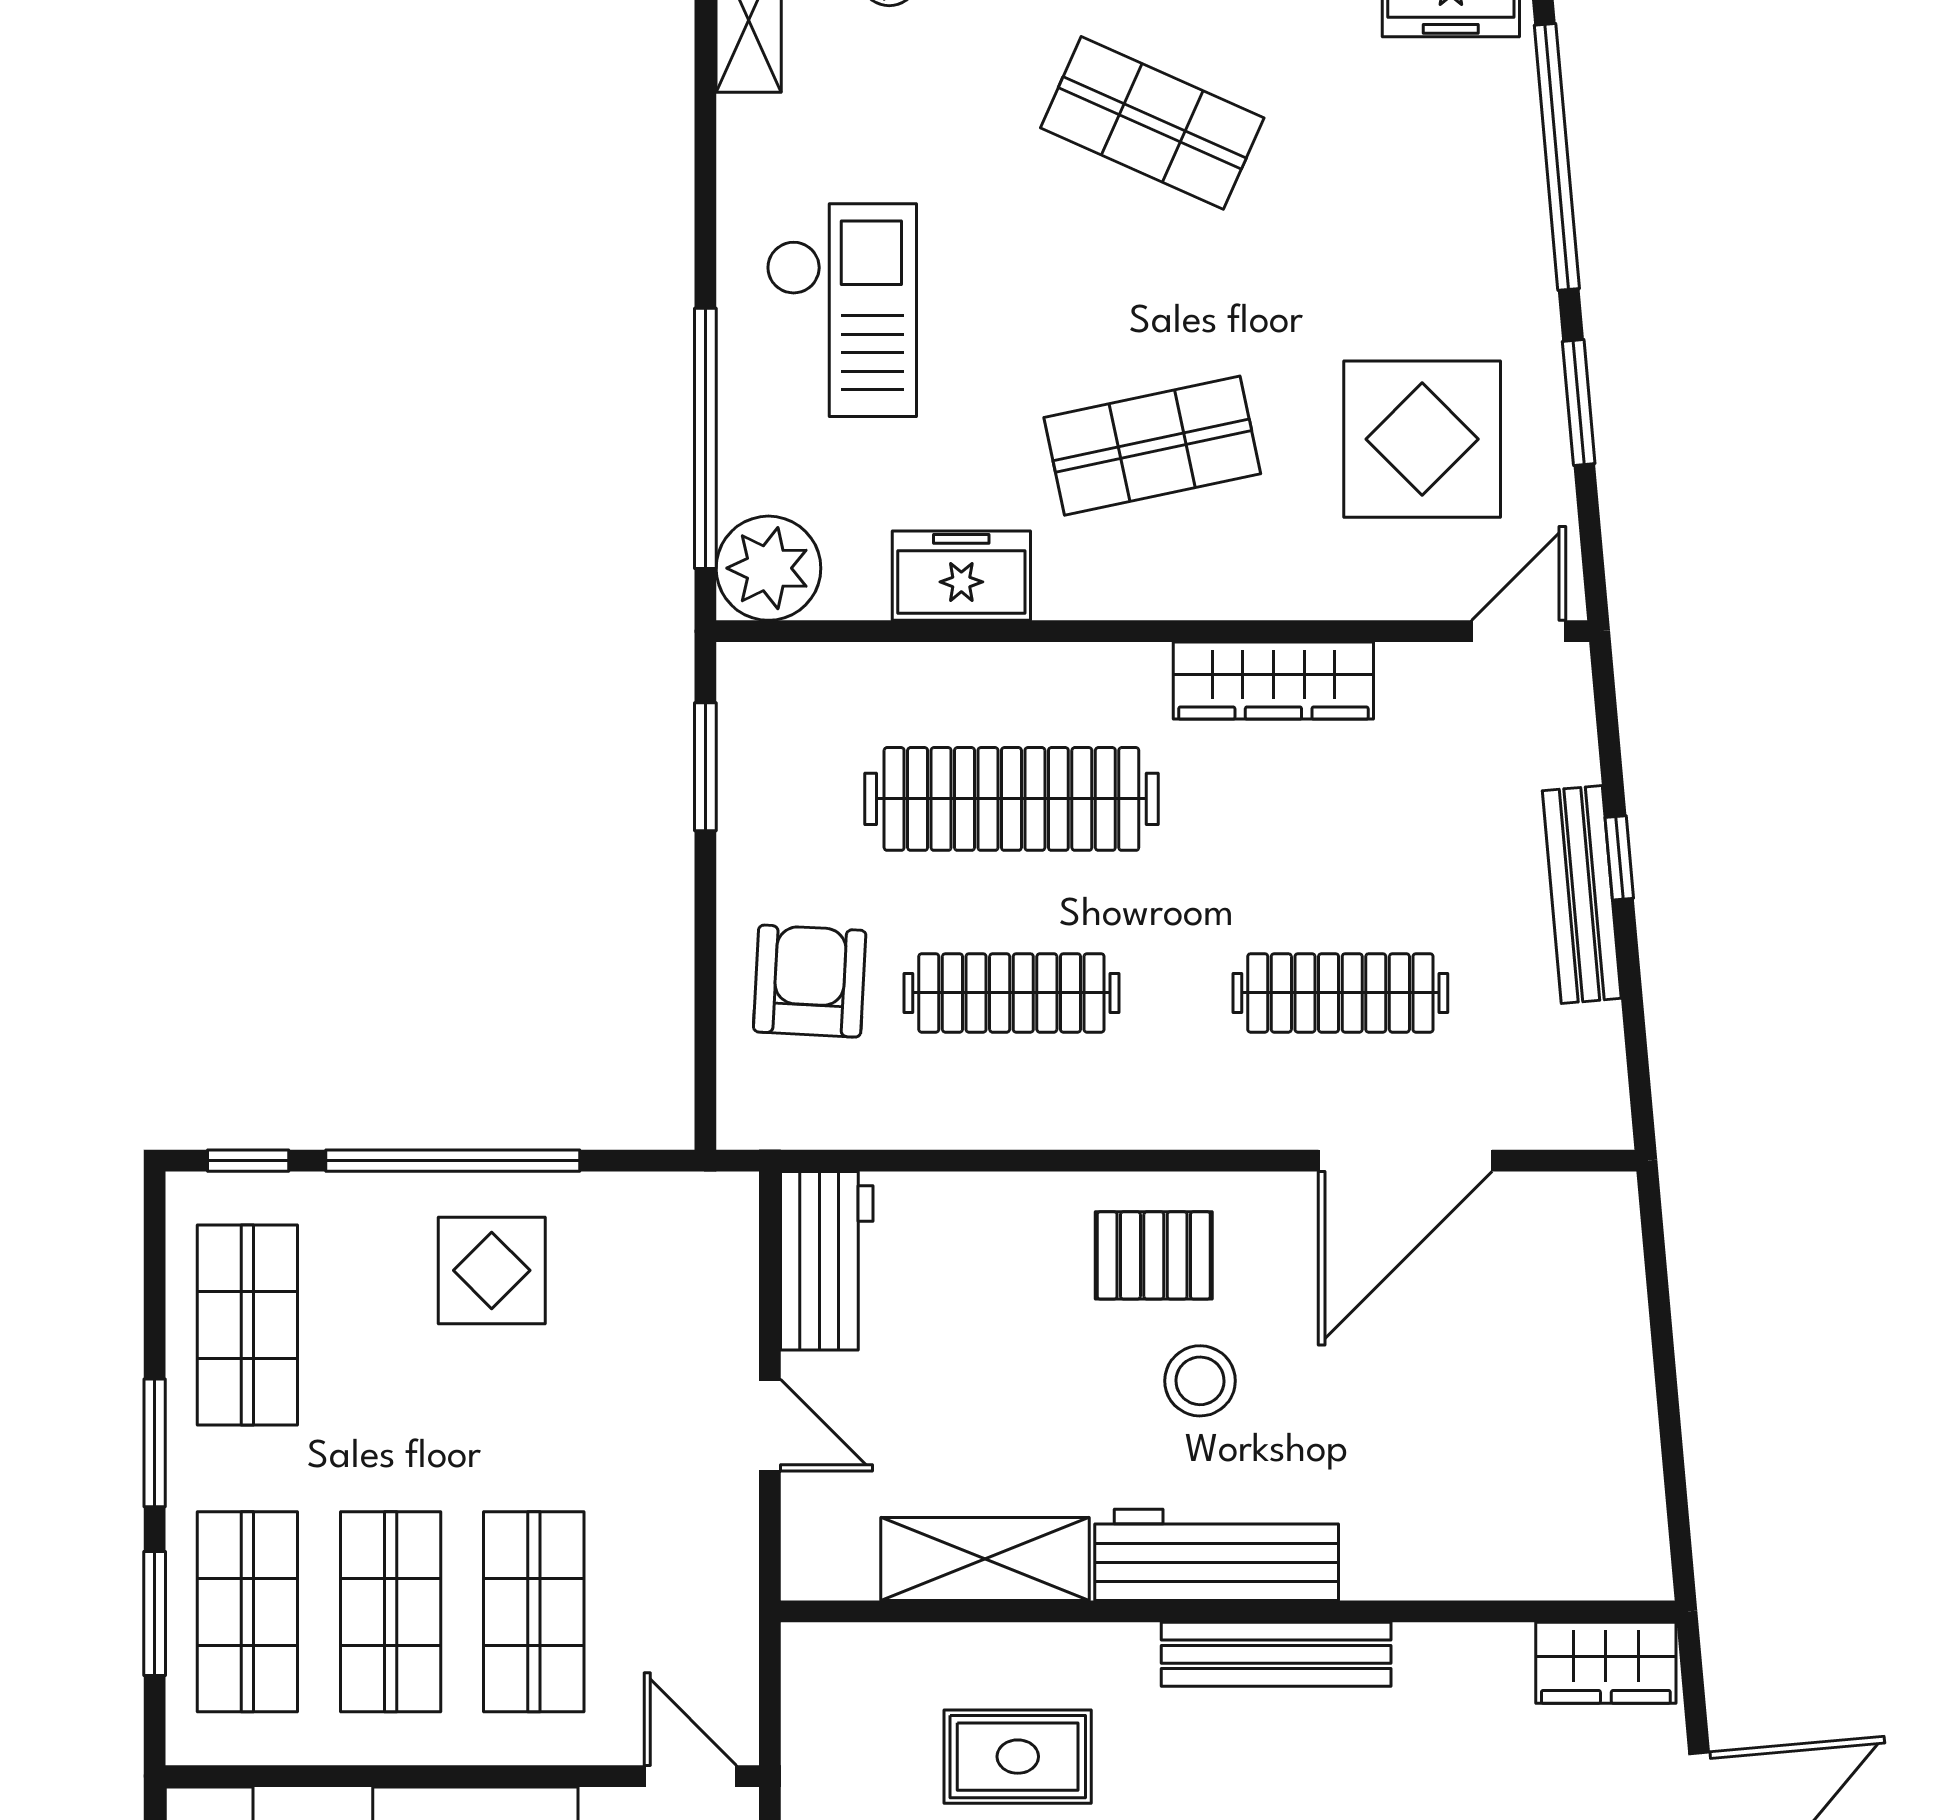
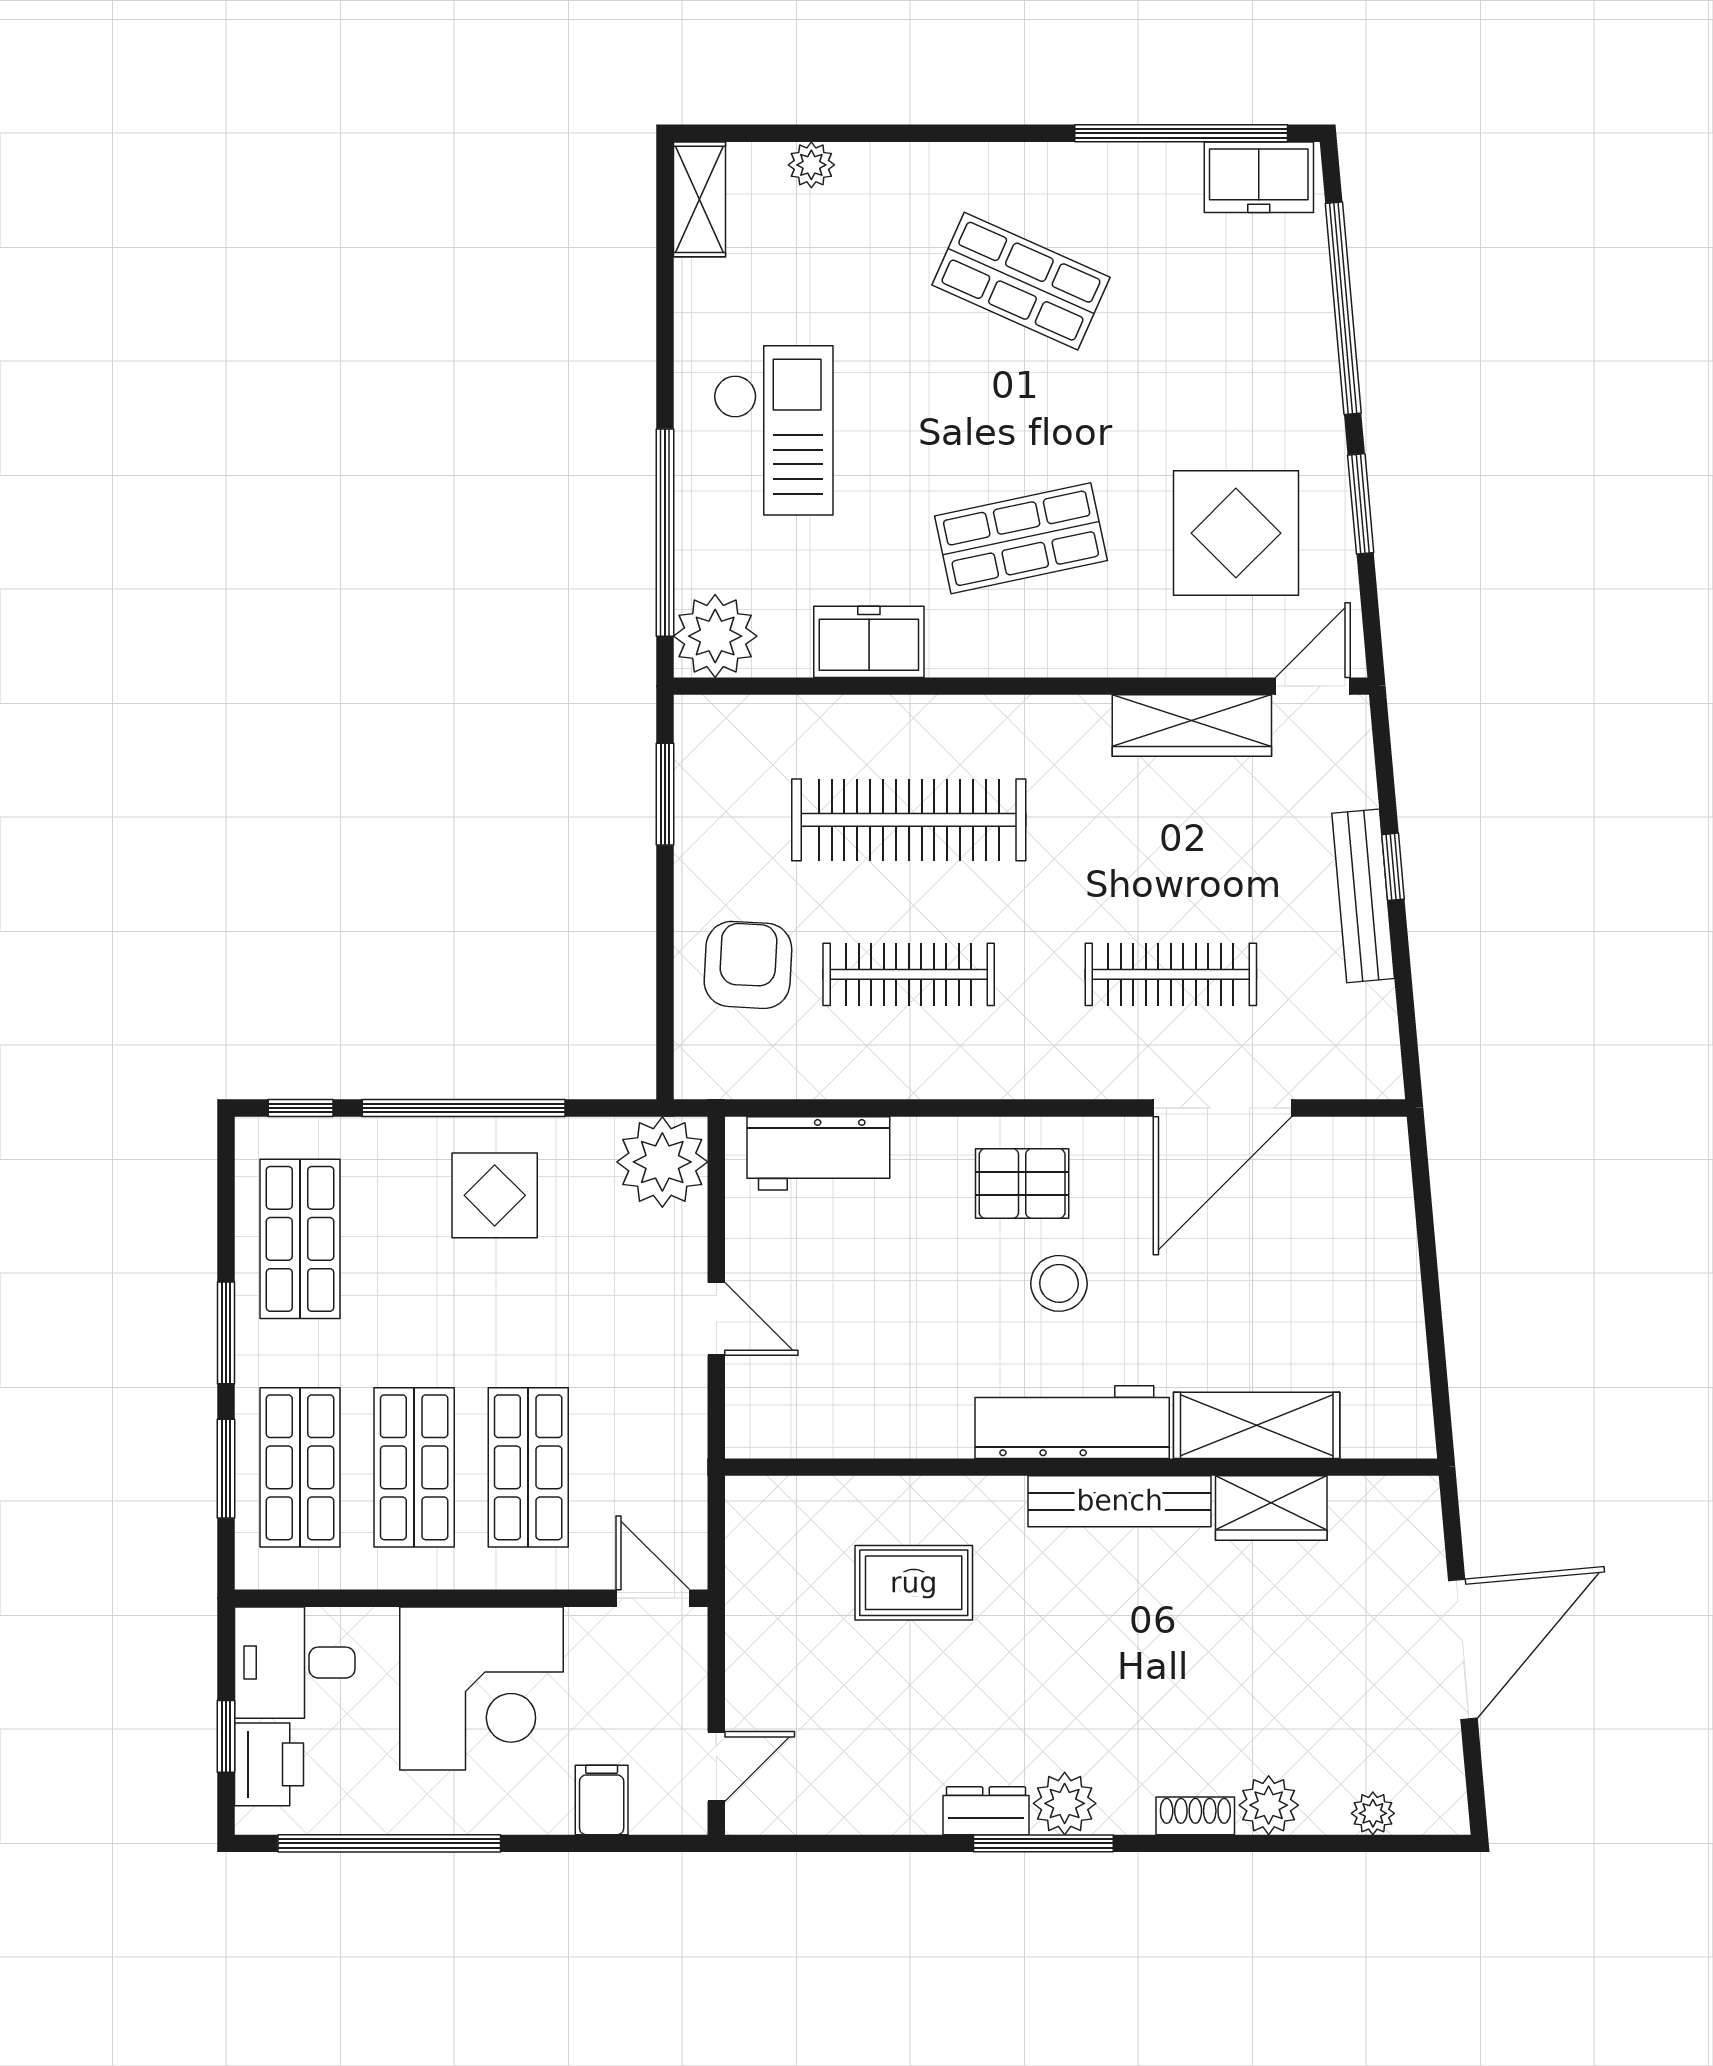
wardrobe: (1273, 681) -> (1192, 726), moved
plant: (702, 1228) -> (662, 1162), added
workbench: (827, 1261) -> (818, 1153), moved, turned 90
shelving: (985, 1559) -> (1257, 1425), moved
wardrobe: (1606, 1663) -> (1271, 1508), moved

